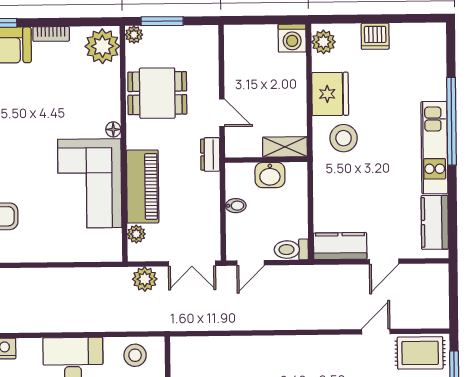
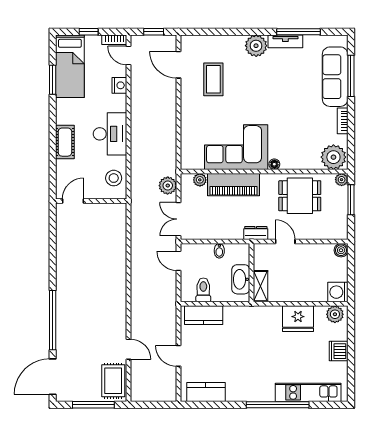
boiler: (233, 34) -> (341, 250), added
dining table: (157, 93) -> (300, 196), turned 90
door: (222, 113) -> (285, 242), swing flipped
stool: (344, 138) -> (266, 328), removed
kitchen unit: (434, 148) -> (308, 392), moved
washbasin: (270, 175) -> (241, 279), width x1.38
kitchen counter: (340, 246) -> (204, 315), moved, turned 90
toilet: (291, 250) -> (203, 290), moved

